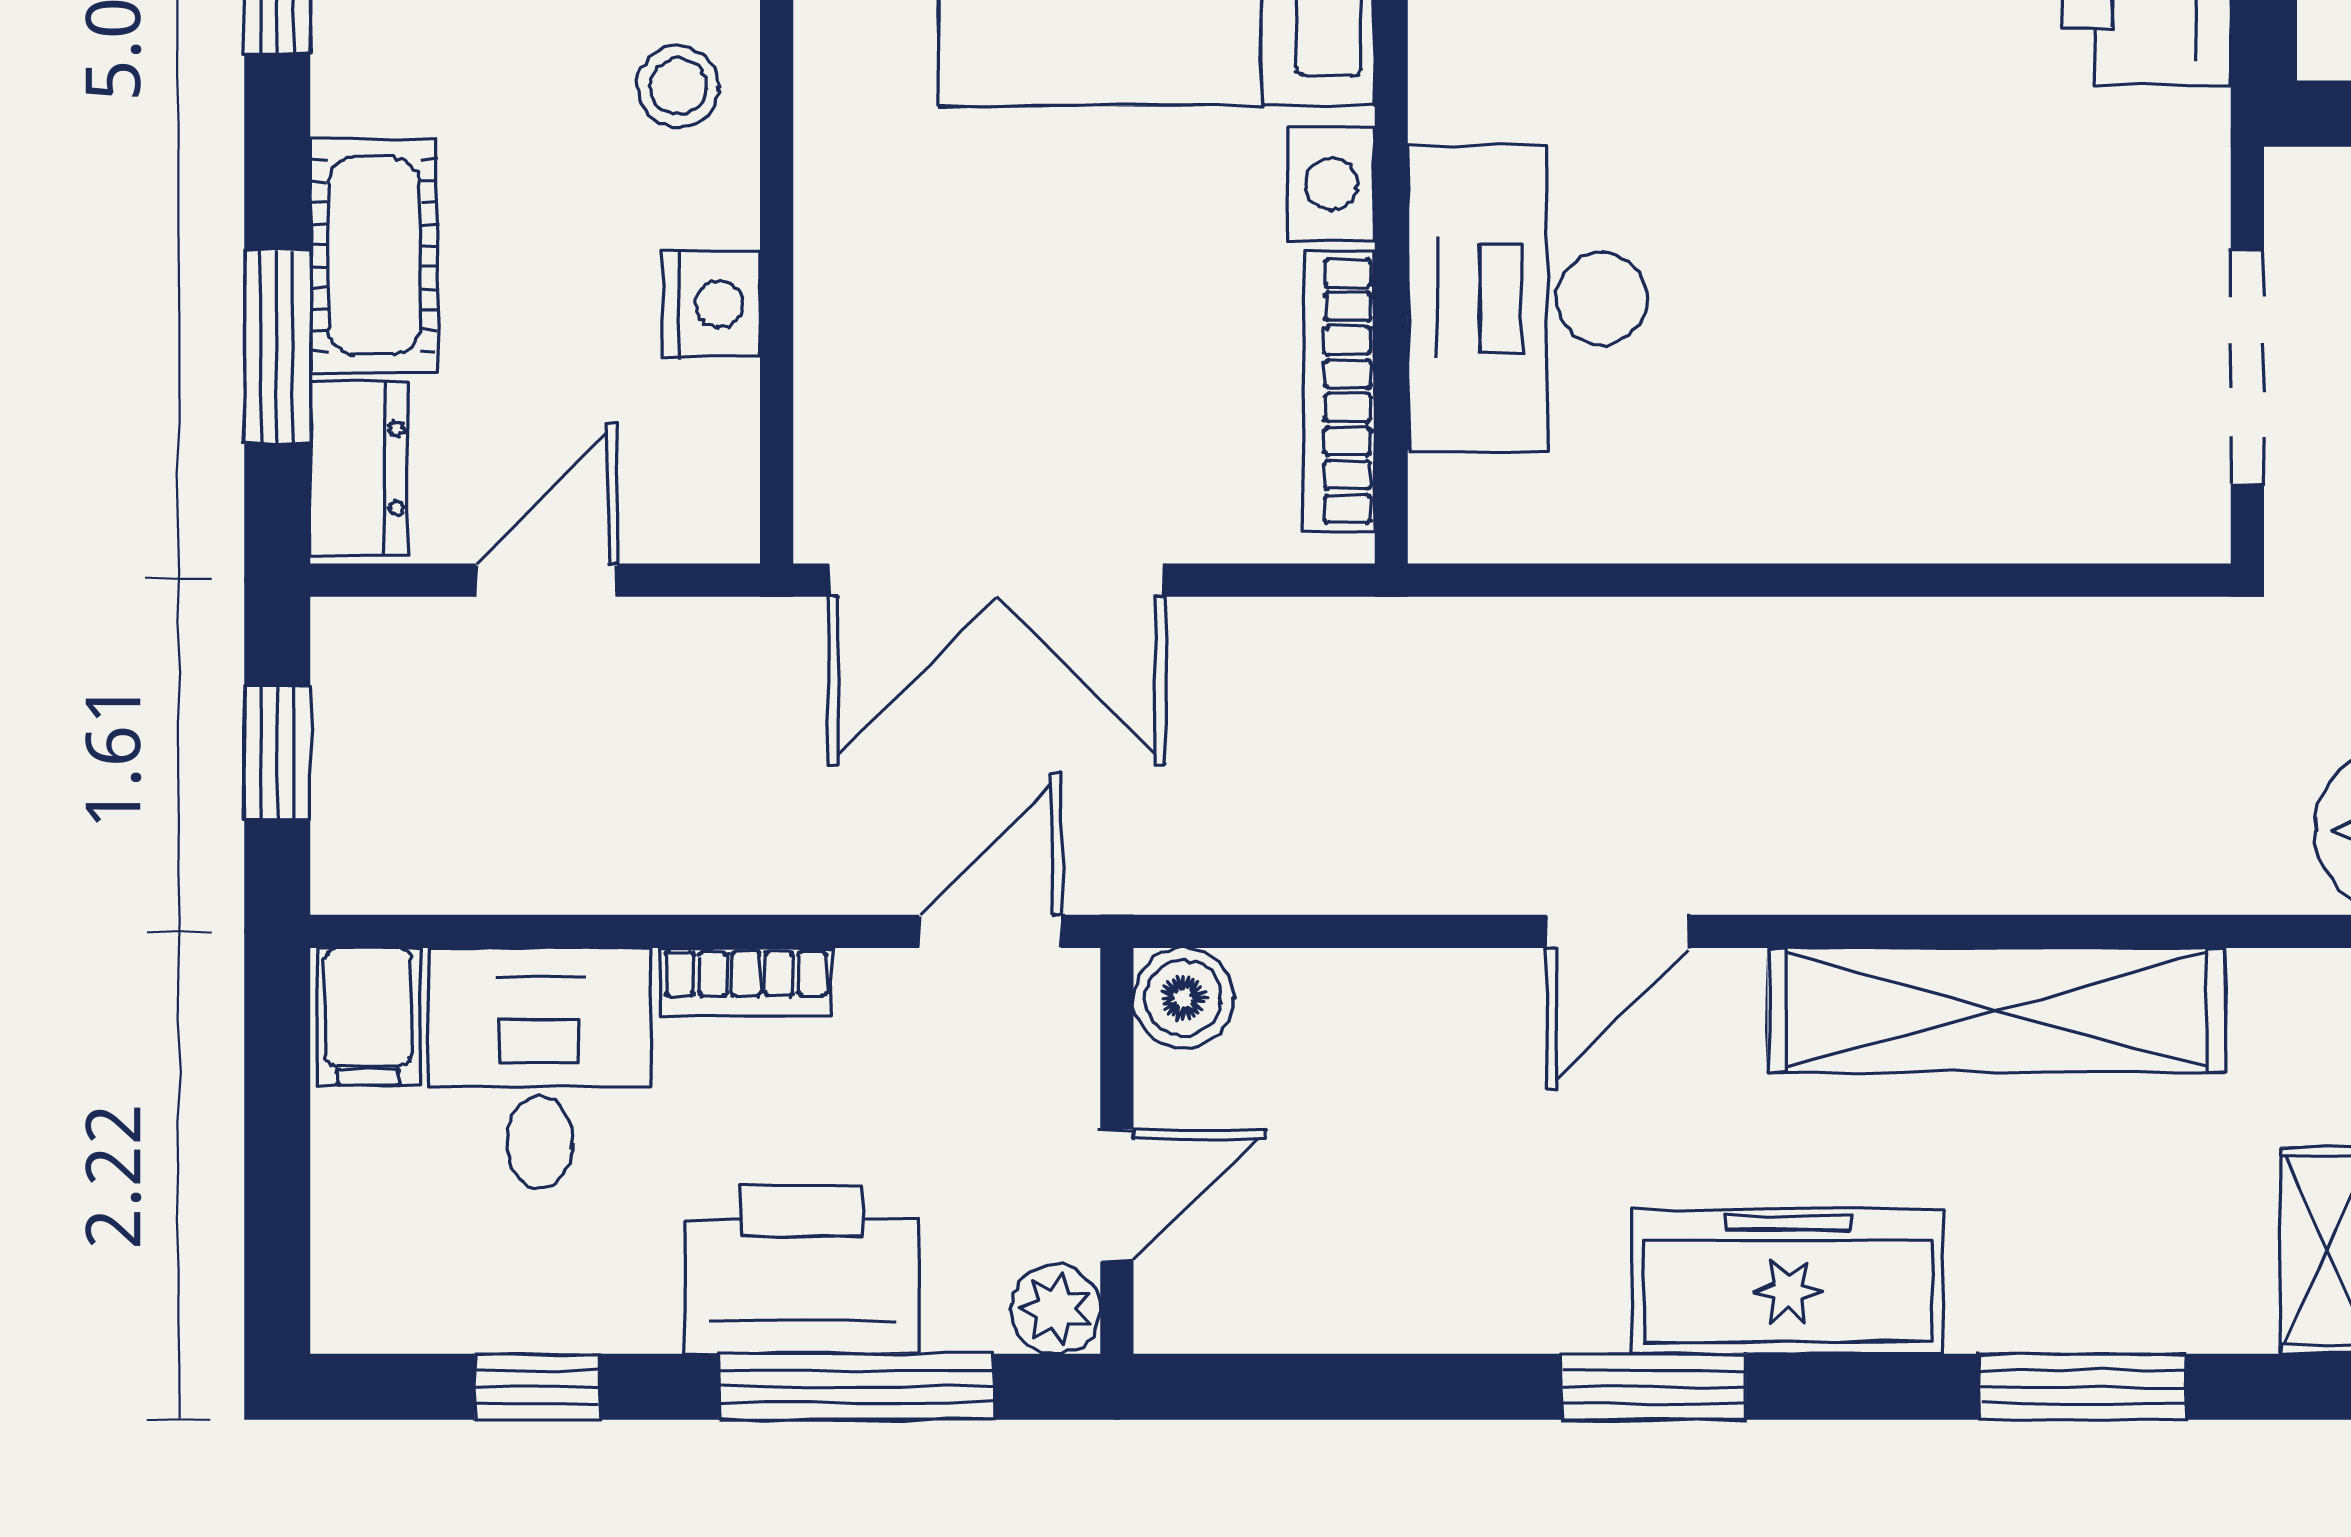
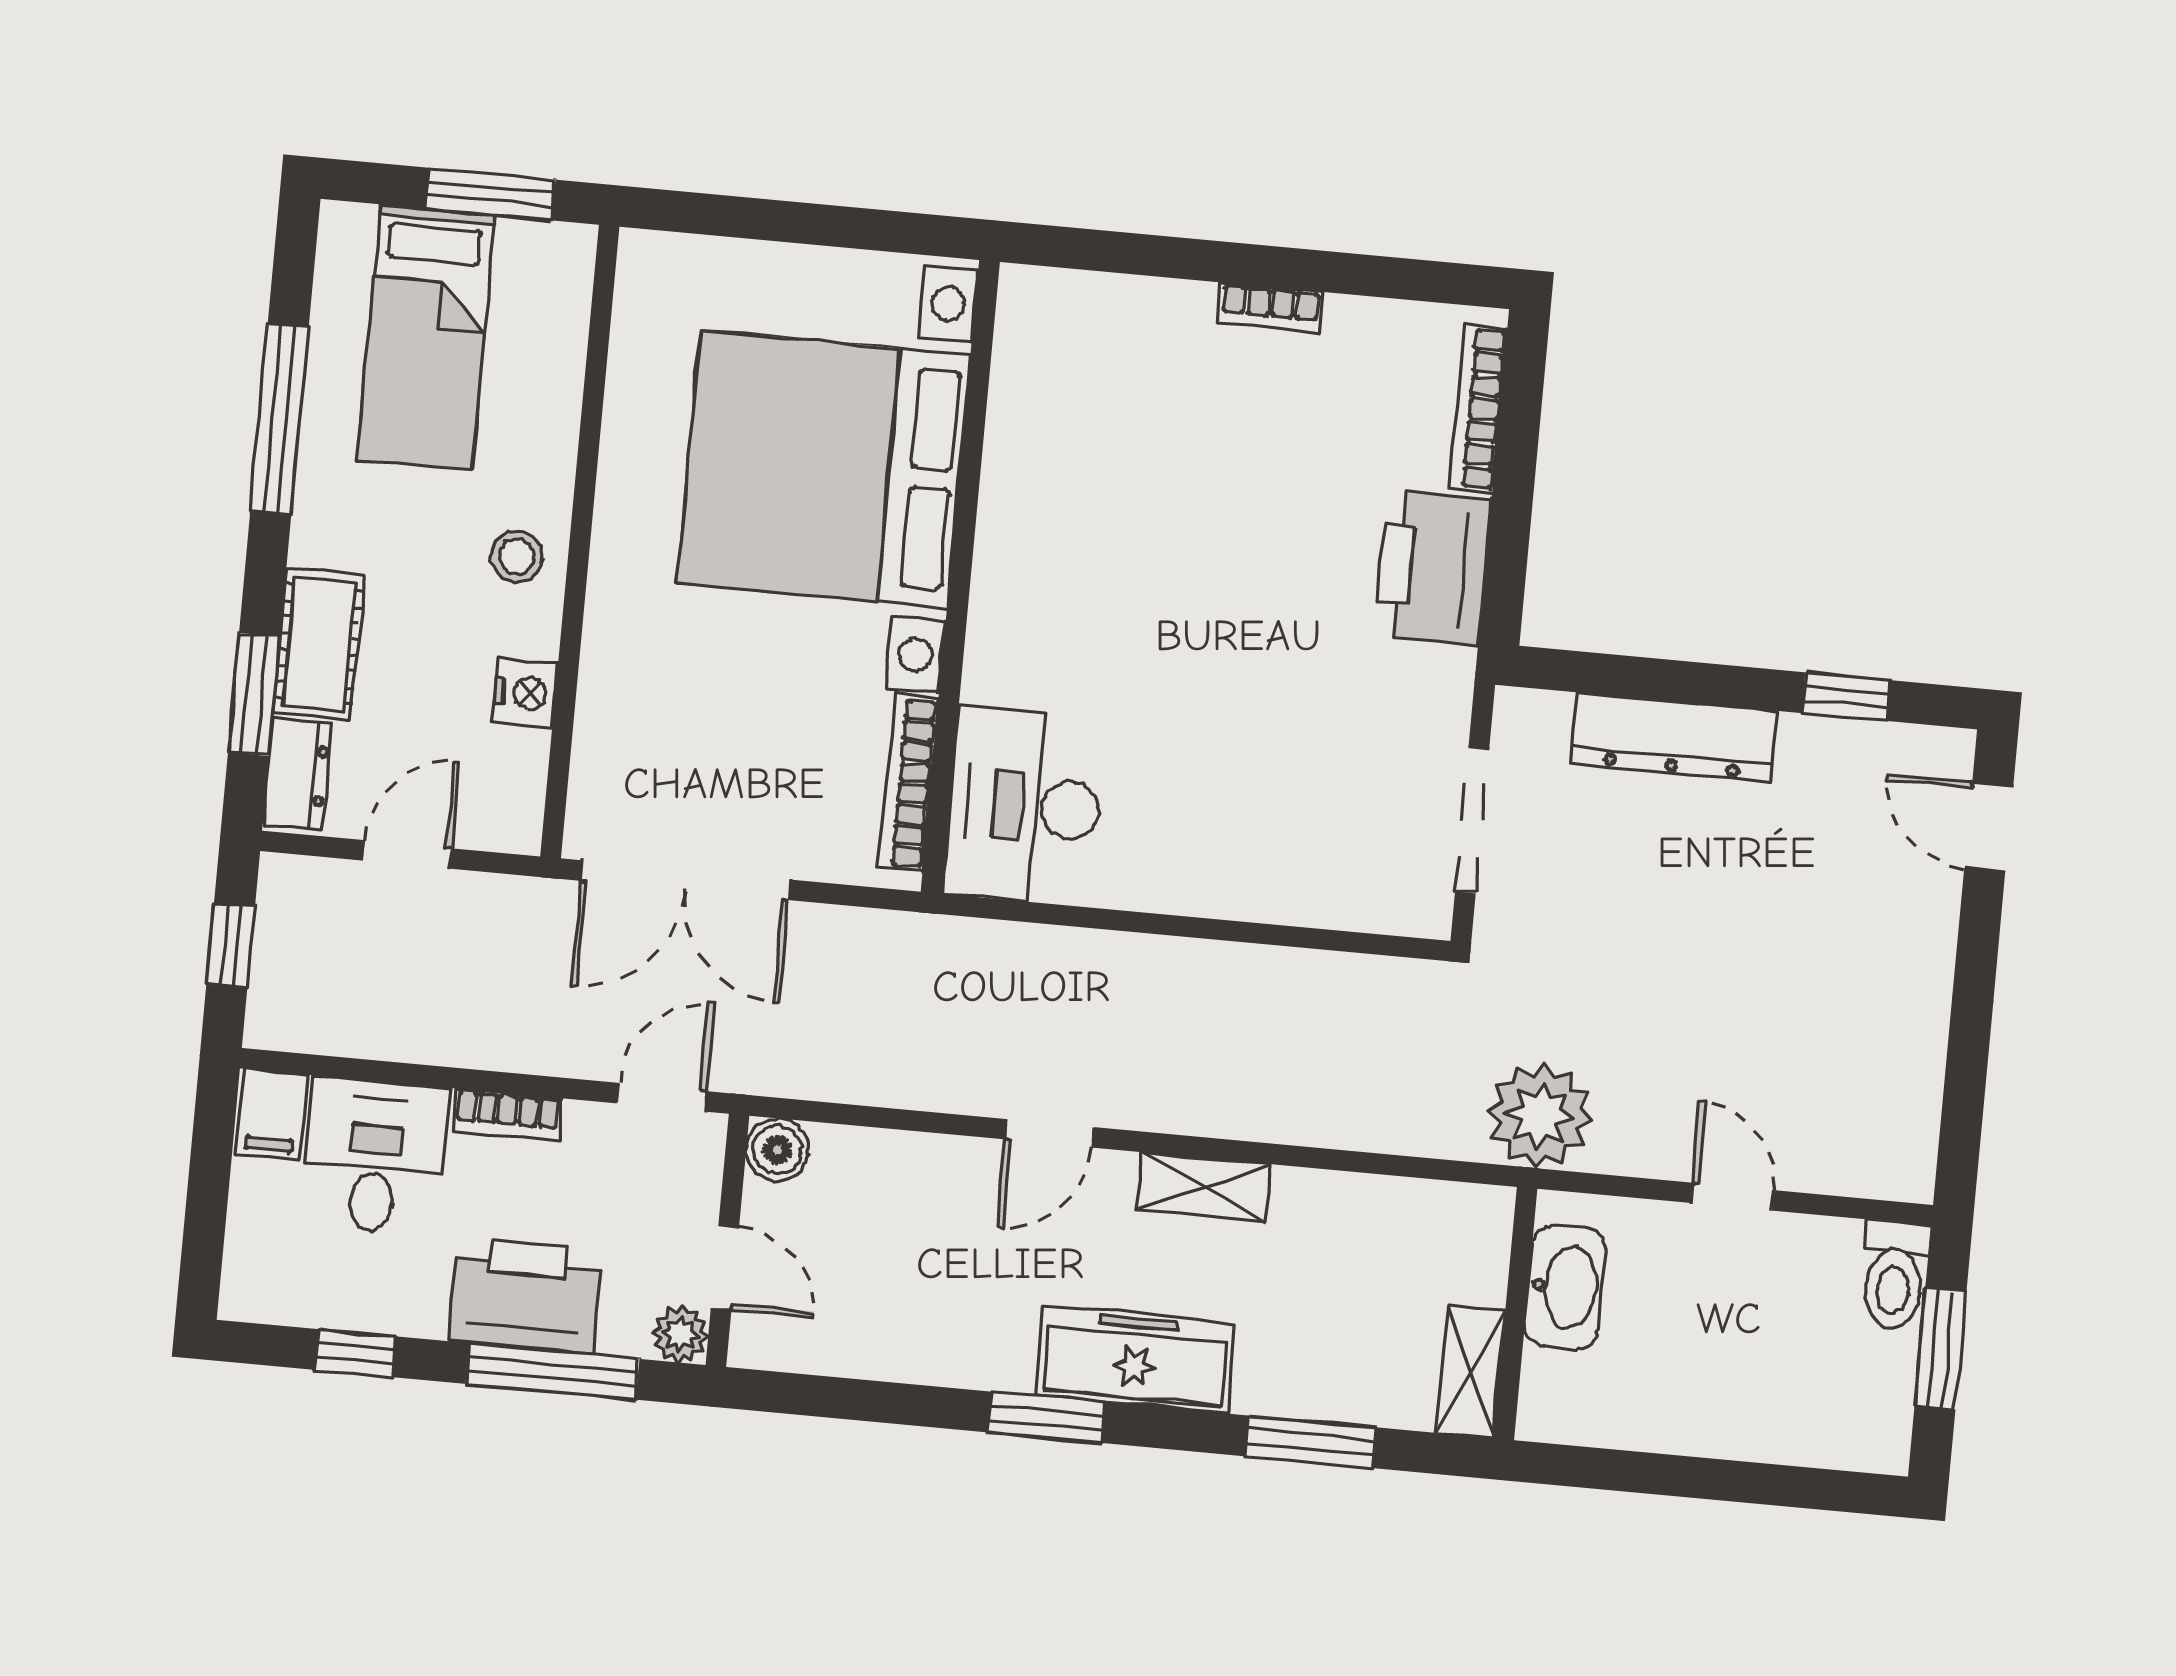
desk: (1528, 299) -> (1024, 806), moved
shelving: (1996, 1010) -> (1204, 1187), width x0.45, depth x0.75
door: (1117, 1195) -> (725, 1268), hinge flipped

